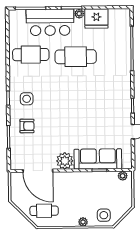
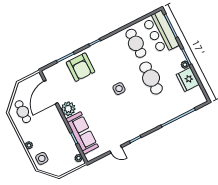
bar counter: (50, 22) -> (161, 32), moved
side table: (27, 99) -> (119, 89), moved
armchair: (27, 126) -> (81, 67), width x1.88, depth x1.88

